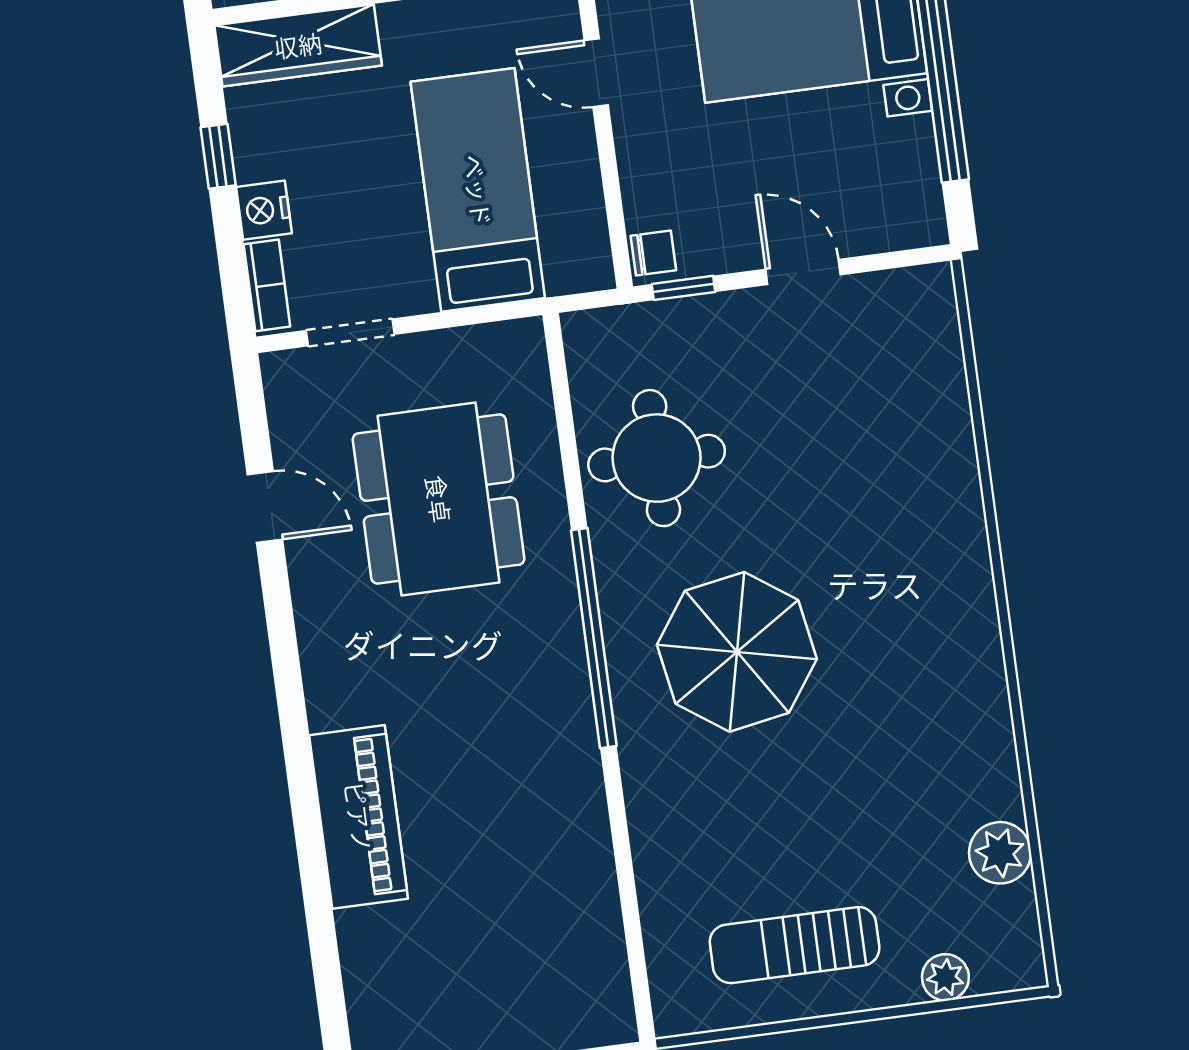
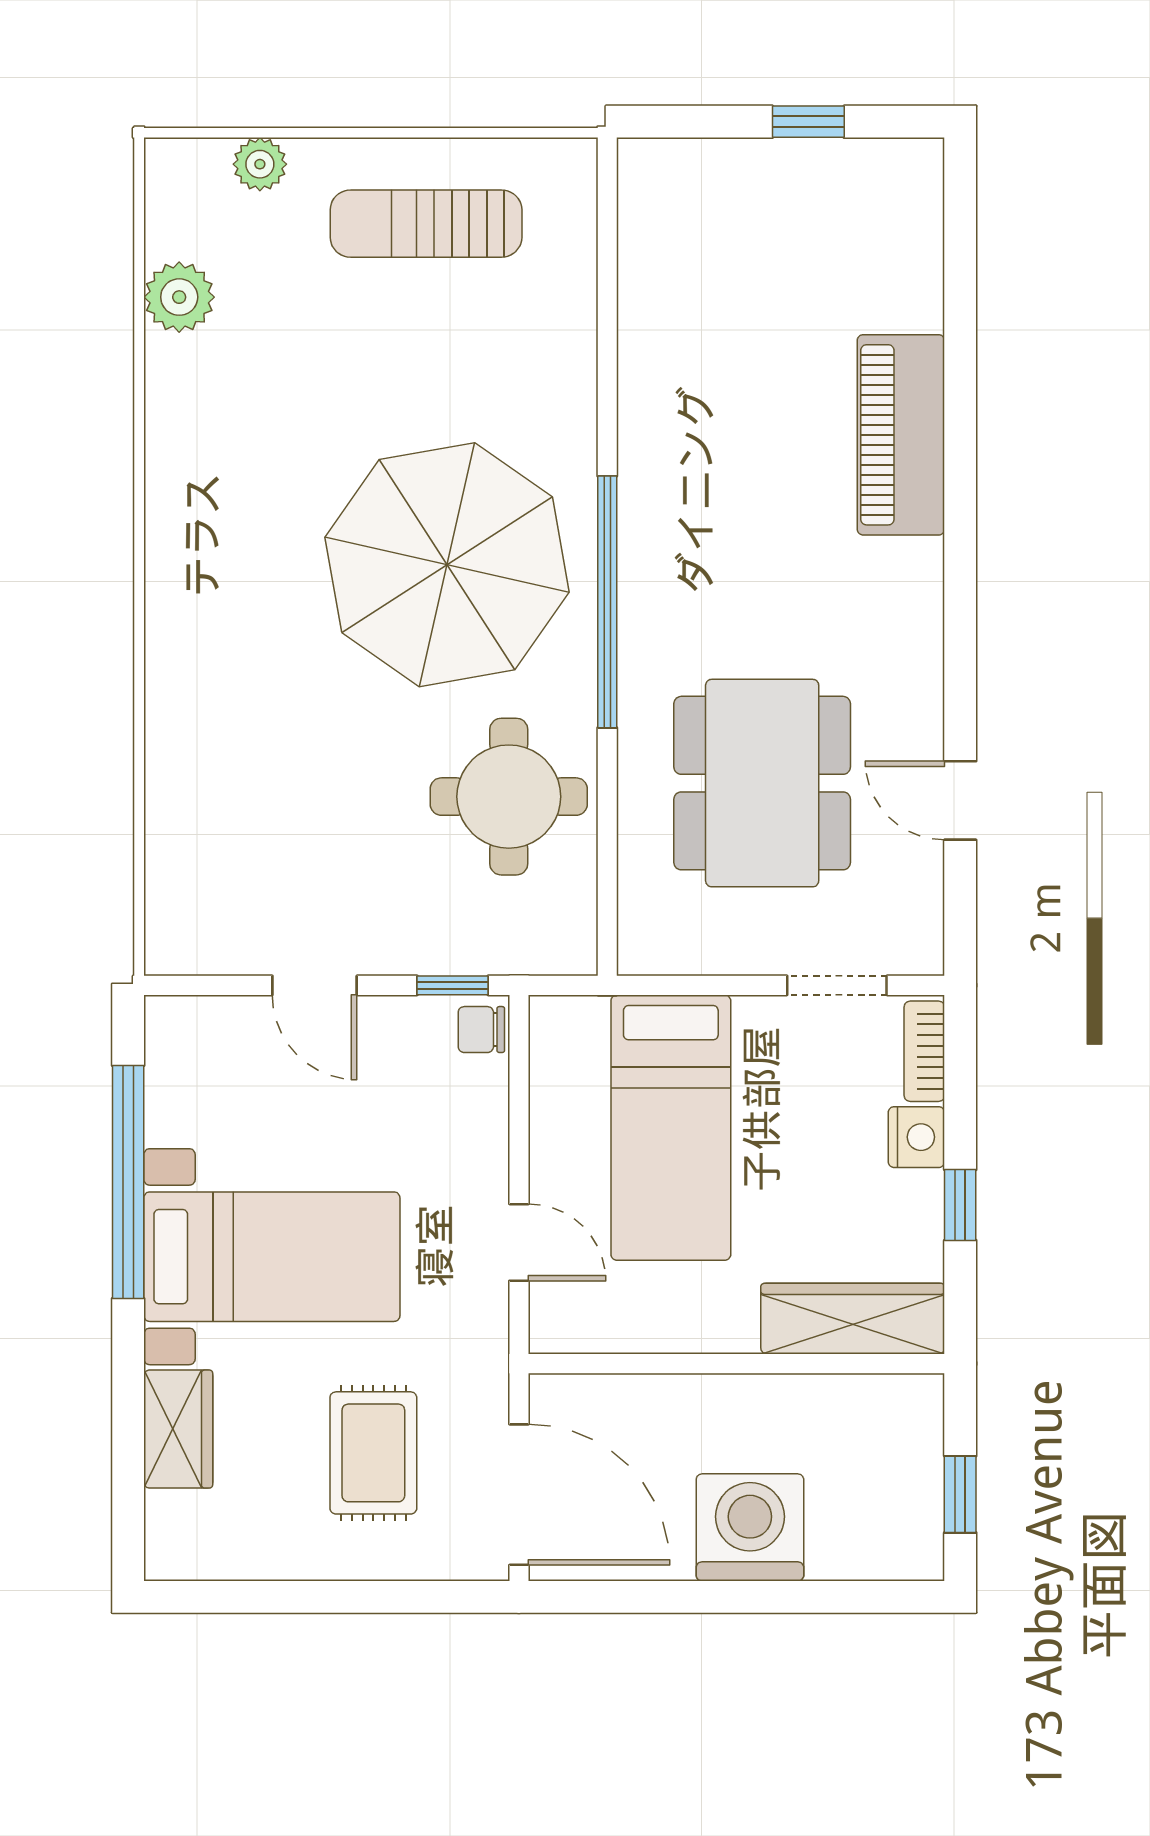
parasol: (737, 652) -> (447, 565), width x1.36, depth x1.36
sun lounger: (795, 945) -> (426, 224), turned 180

